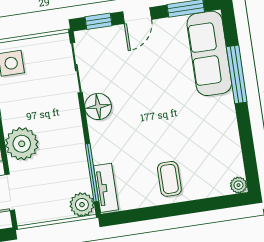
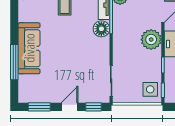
sofa: (209, 53) -> (29, 48), moved
floor lamp: (98, 106) -> (101, 29), moved

